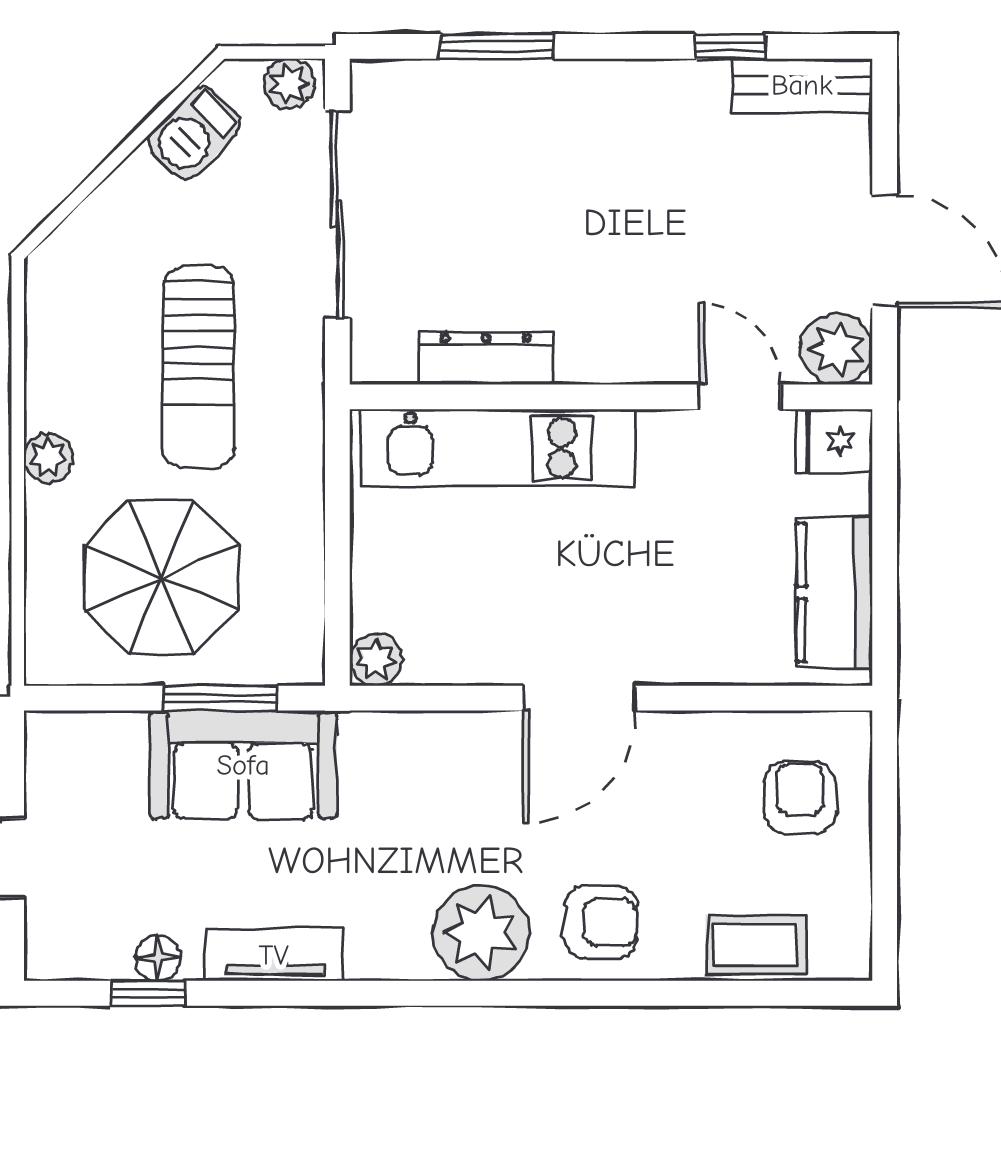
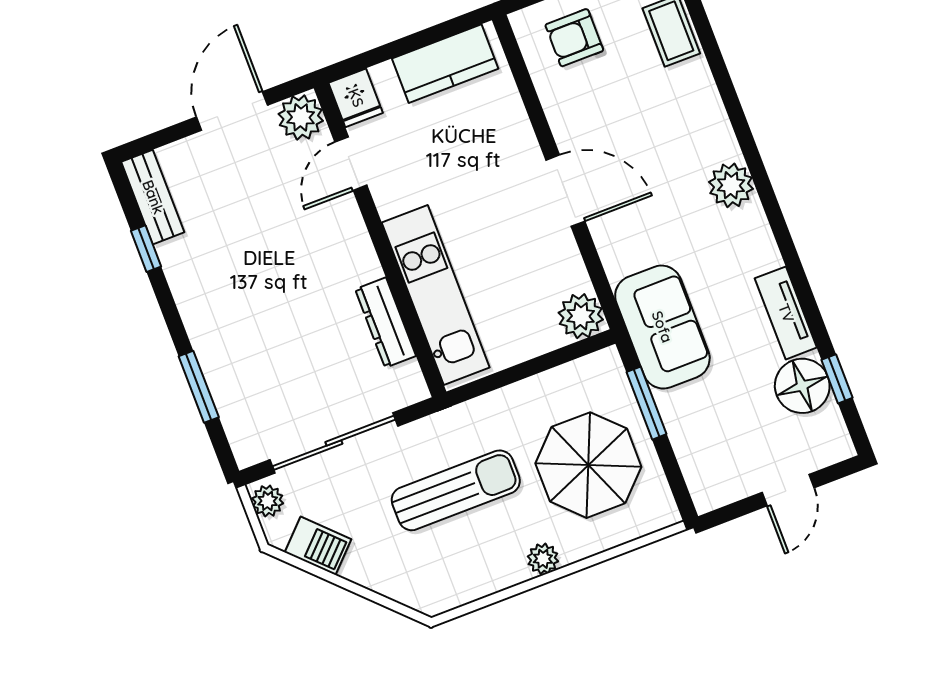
plant: (376, 660) -> (581, 316), width x1.38, depth x1.38
sofa: (243, 765) -> (662, 327), moved
armchair: (601, 922) -> (693, 127), removed
plant: (481, 933) -> (731, 185), width x0.73, depth x0.73
floor lamp: (158, 958) -> (802, 386), width x1.89, depth x1.89

